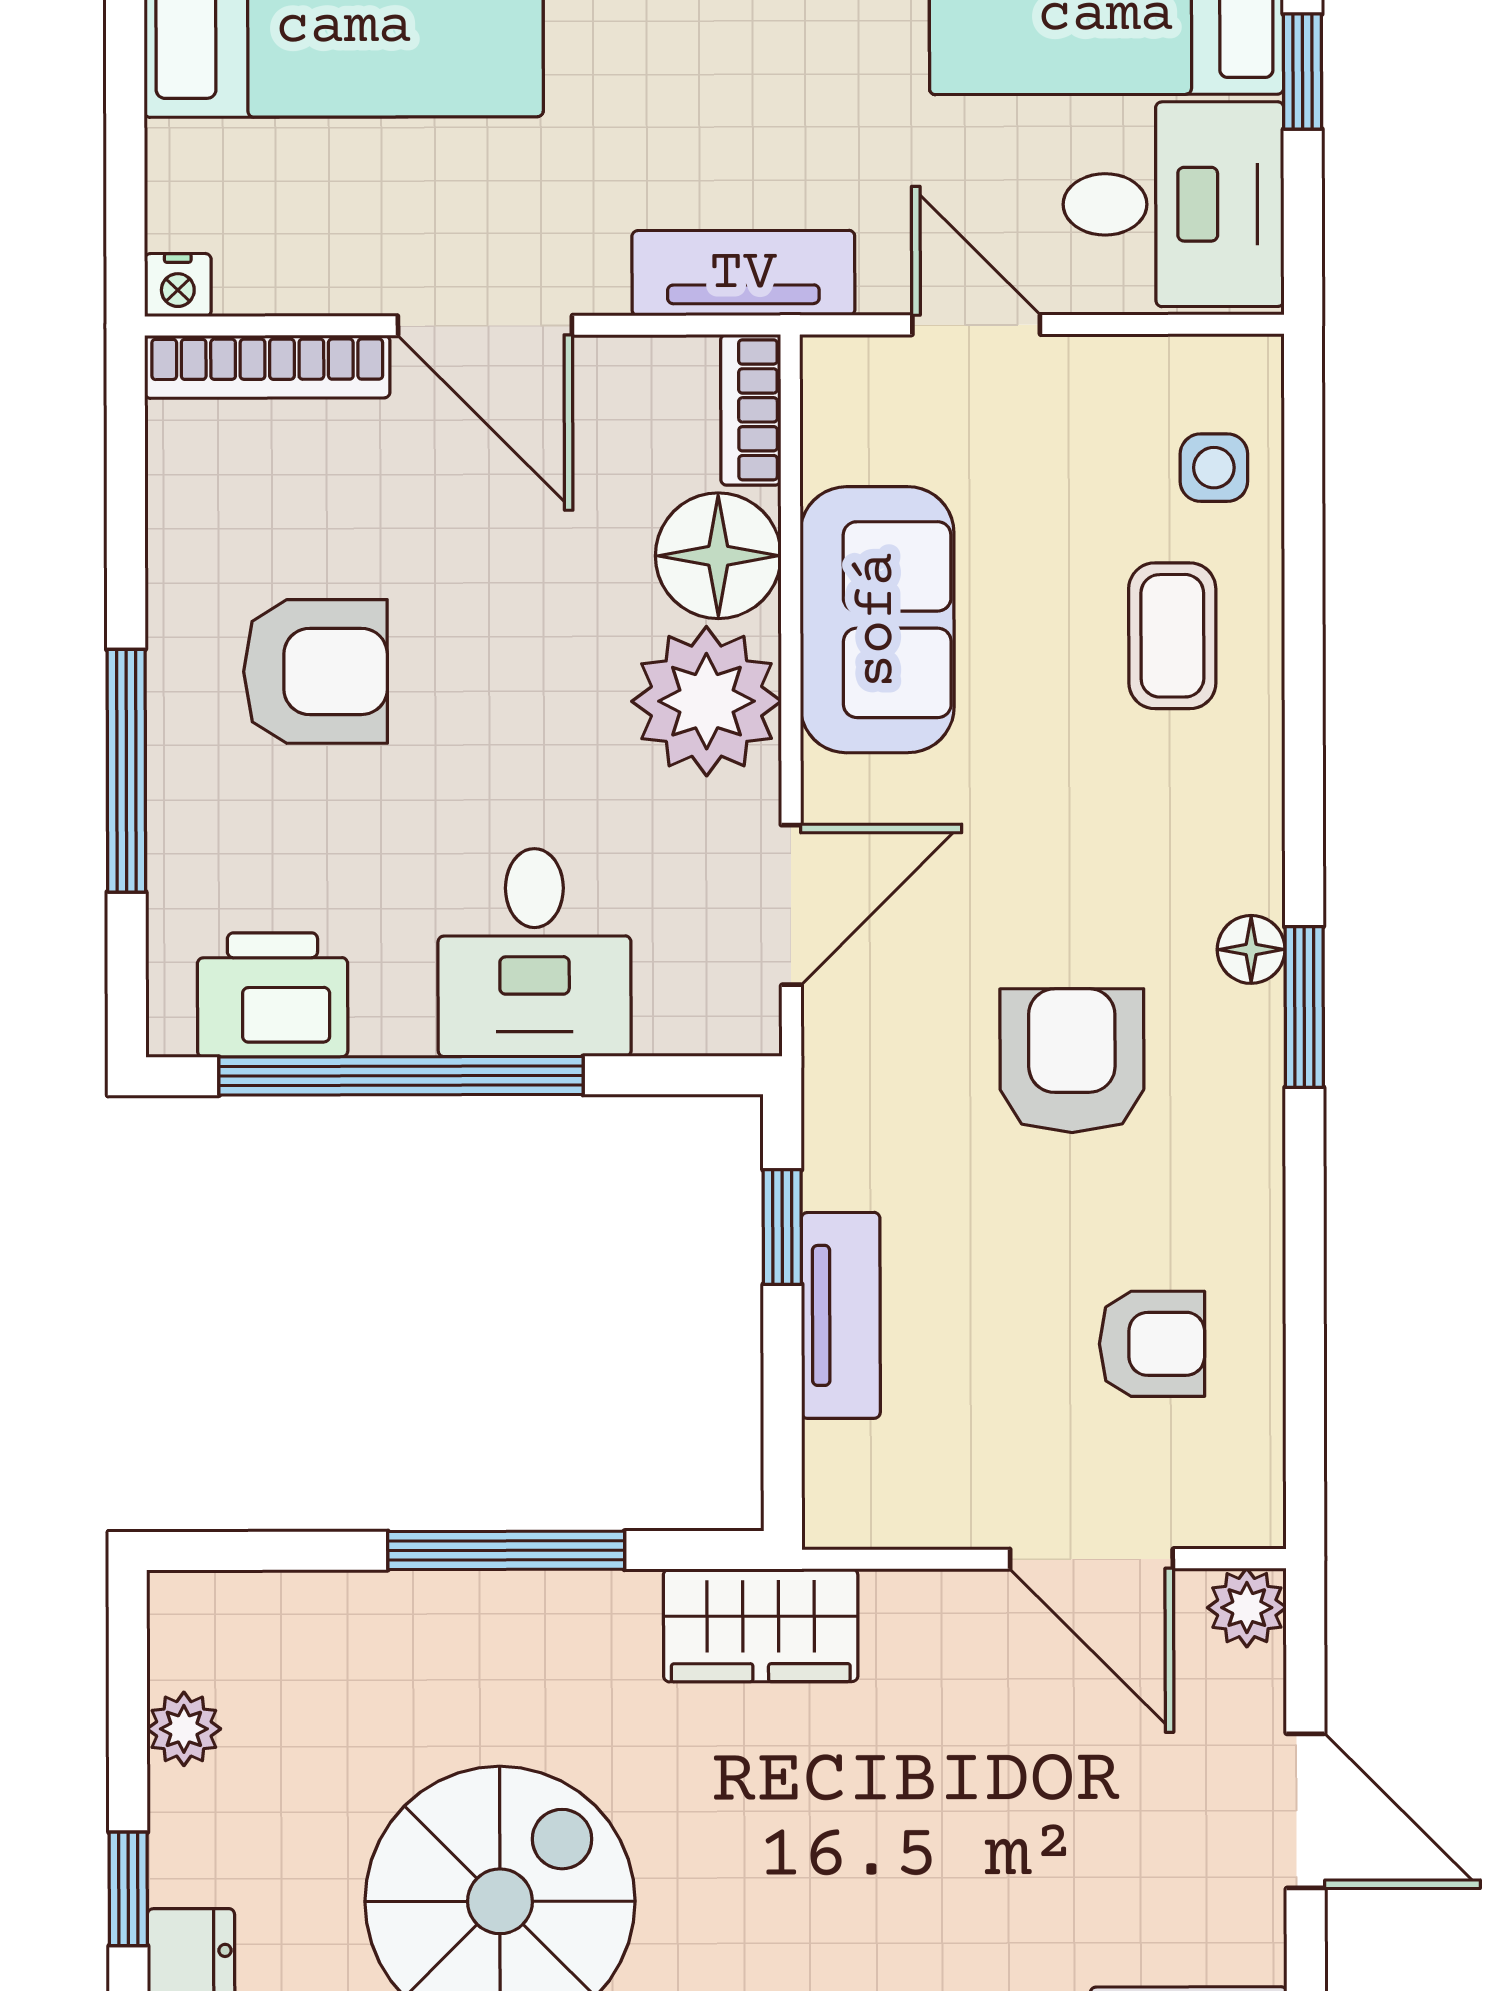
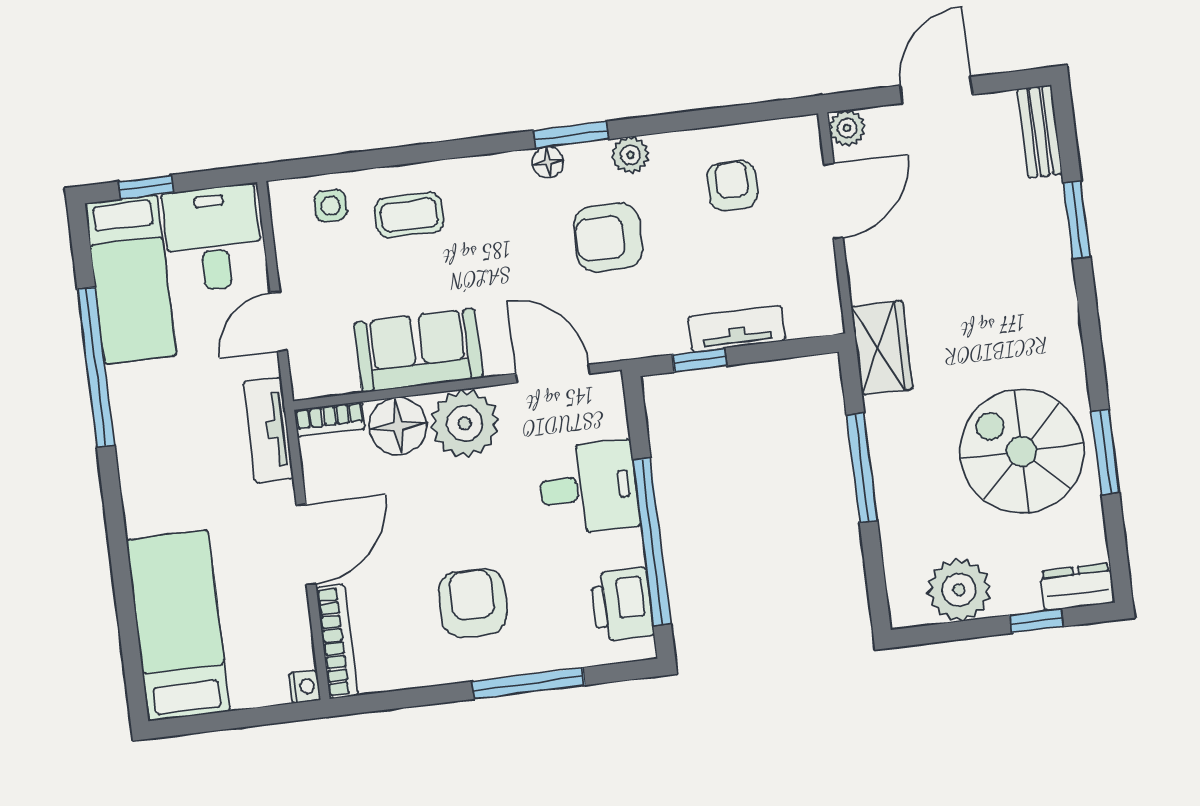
plant: (1245, 1130) -> (630, 155), added
plant: (184, 1729) -> (959, 590), width x1.88, depth x1.88

